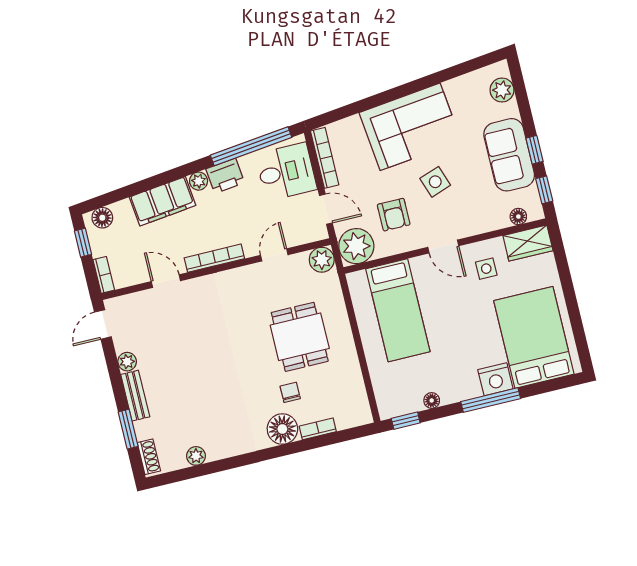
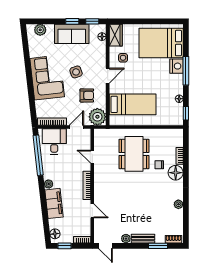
printer: (225, 176) -> (49, 171), removed
plant: (322, 260) -> (100, 135), removed
door: (166, 281) -> (92, 211), swing flipped
dining table: (300, 337) -> (134, 154), width x1.37
plant: (196, 456) -> (178, 204), moved

